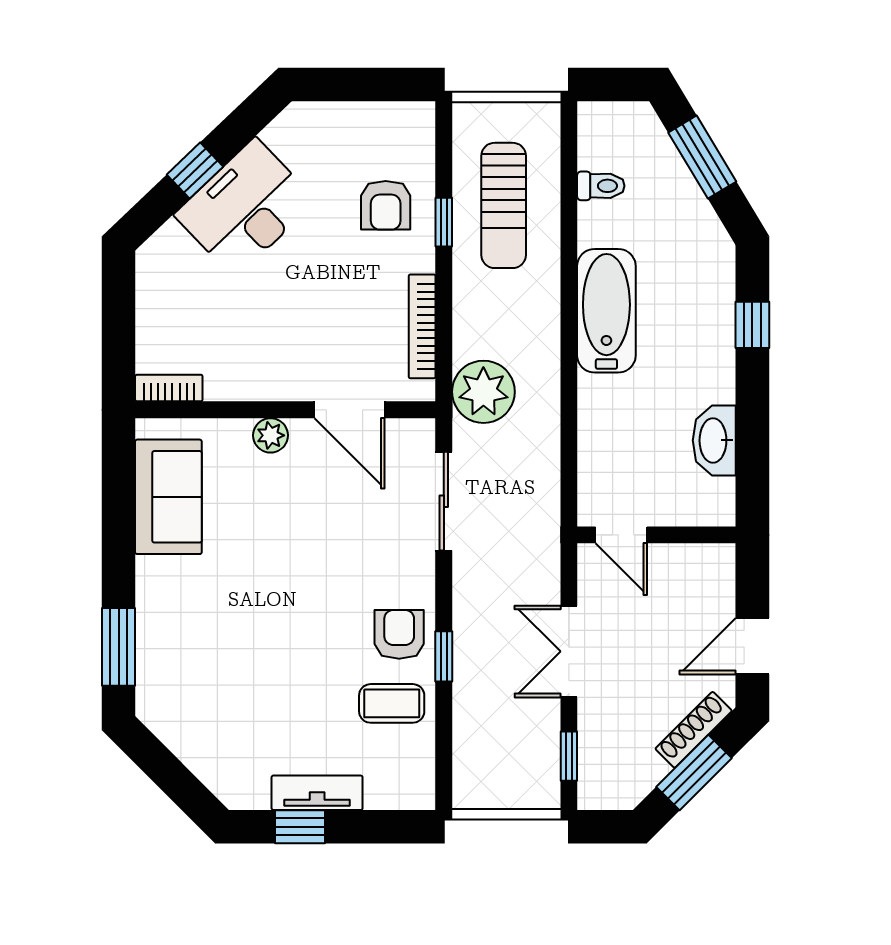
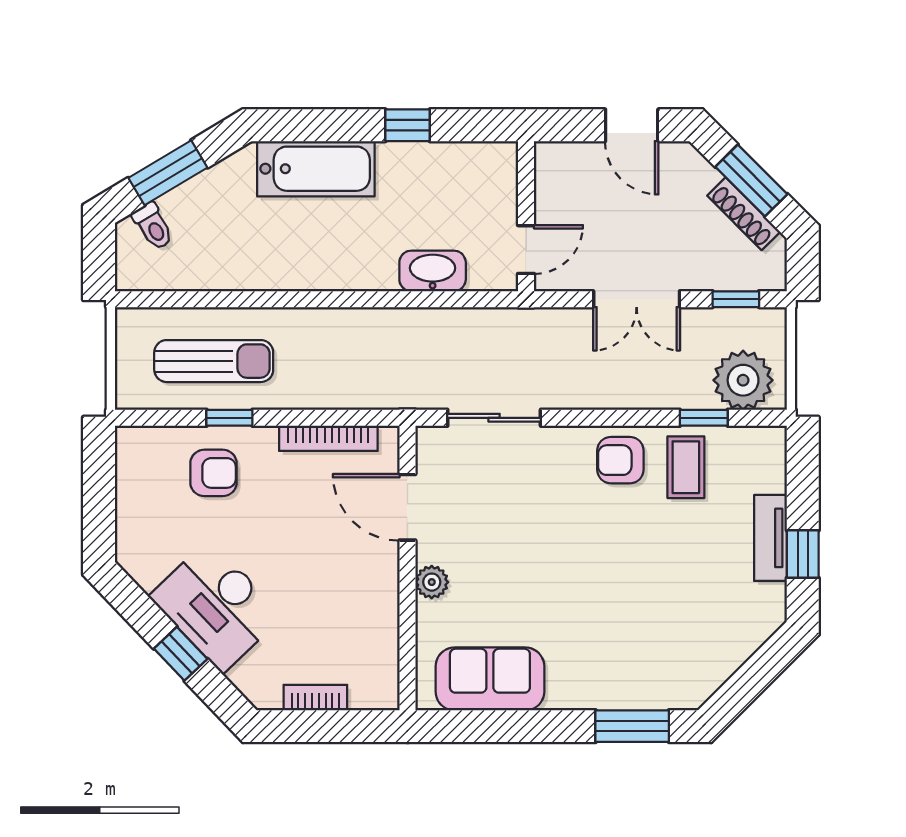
toilet: (601, 186) -> (153, 226), moved, turned 149
bathtub: (606, 311) -> (316, 169), moved, turned 180
window: (752, 325) -> (408, 125), moved
bookcase: (169, 388) -> (315, 698), moved, turned 90
plant: (483, 392) -> (743, 380), moved
door: (349, 410) -> (407, 507), swing flipped
washbasin: (714, 440) -> (433, 271), moved, turned 180
window: (444, 656) -> (704, 418), moved
shoe rack: (694, 730) -> (744, 214), moved

